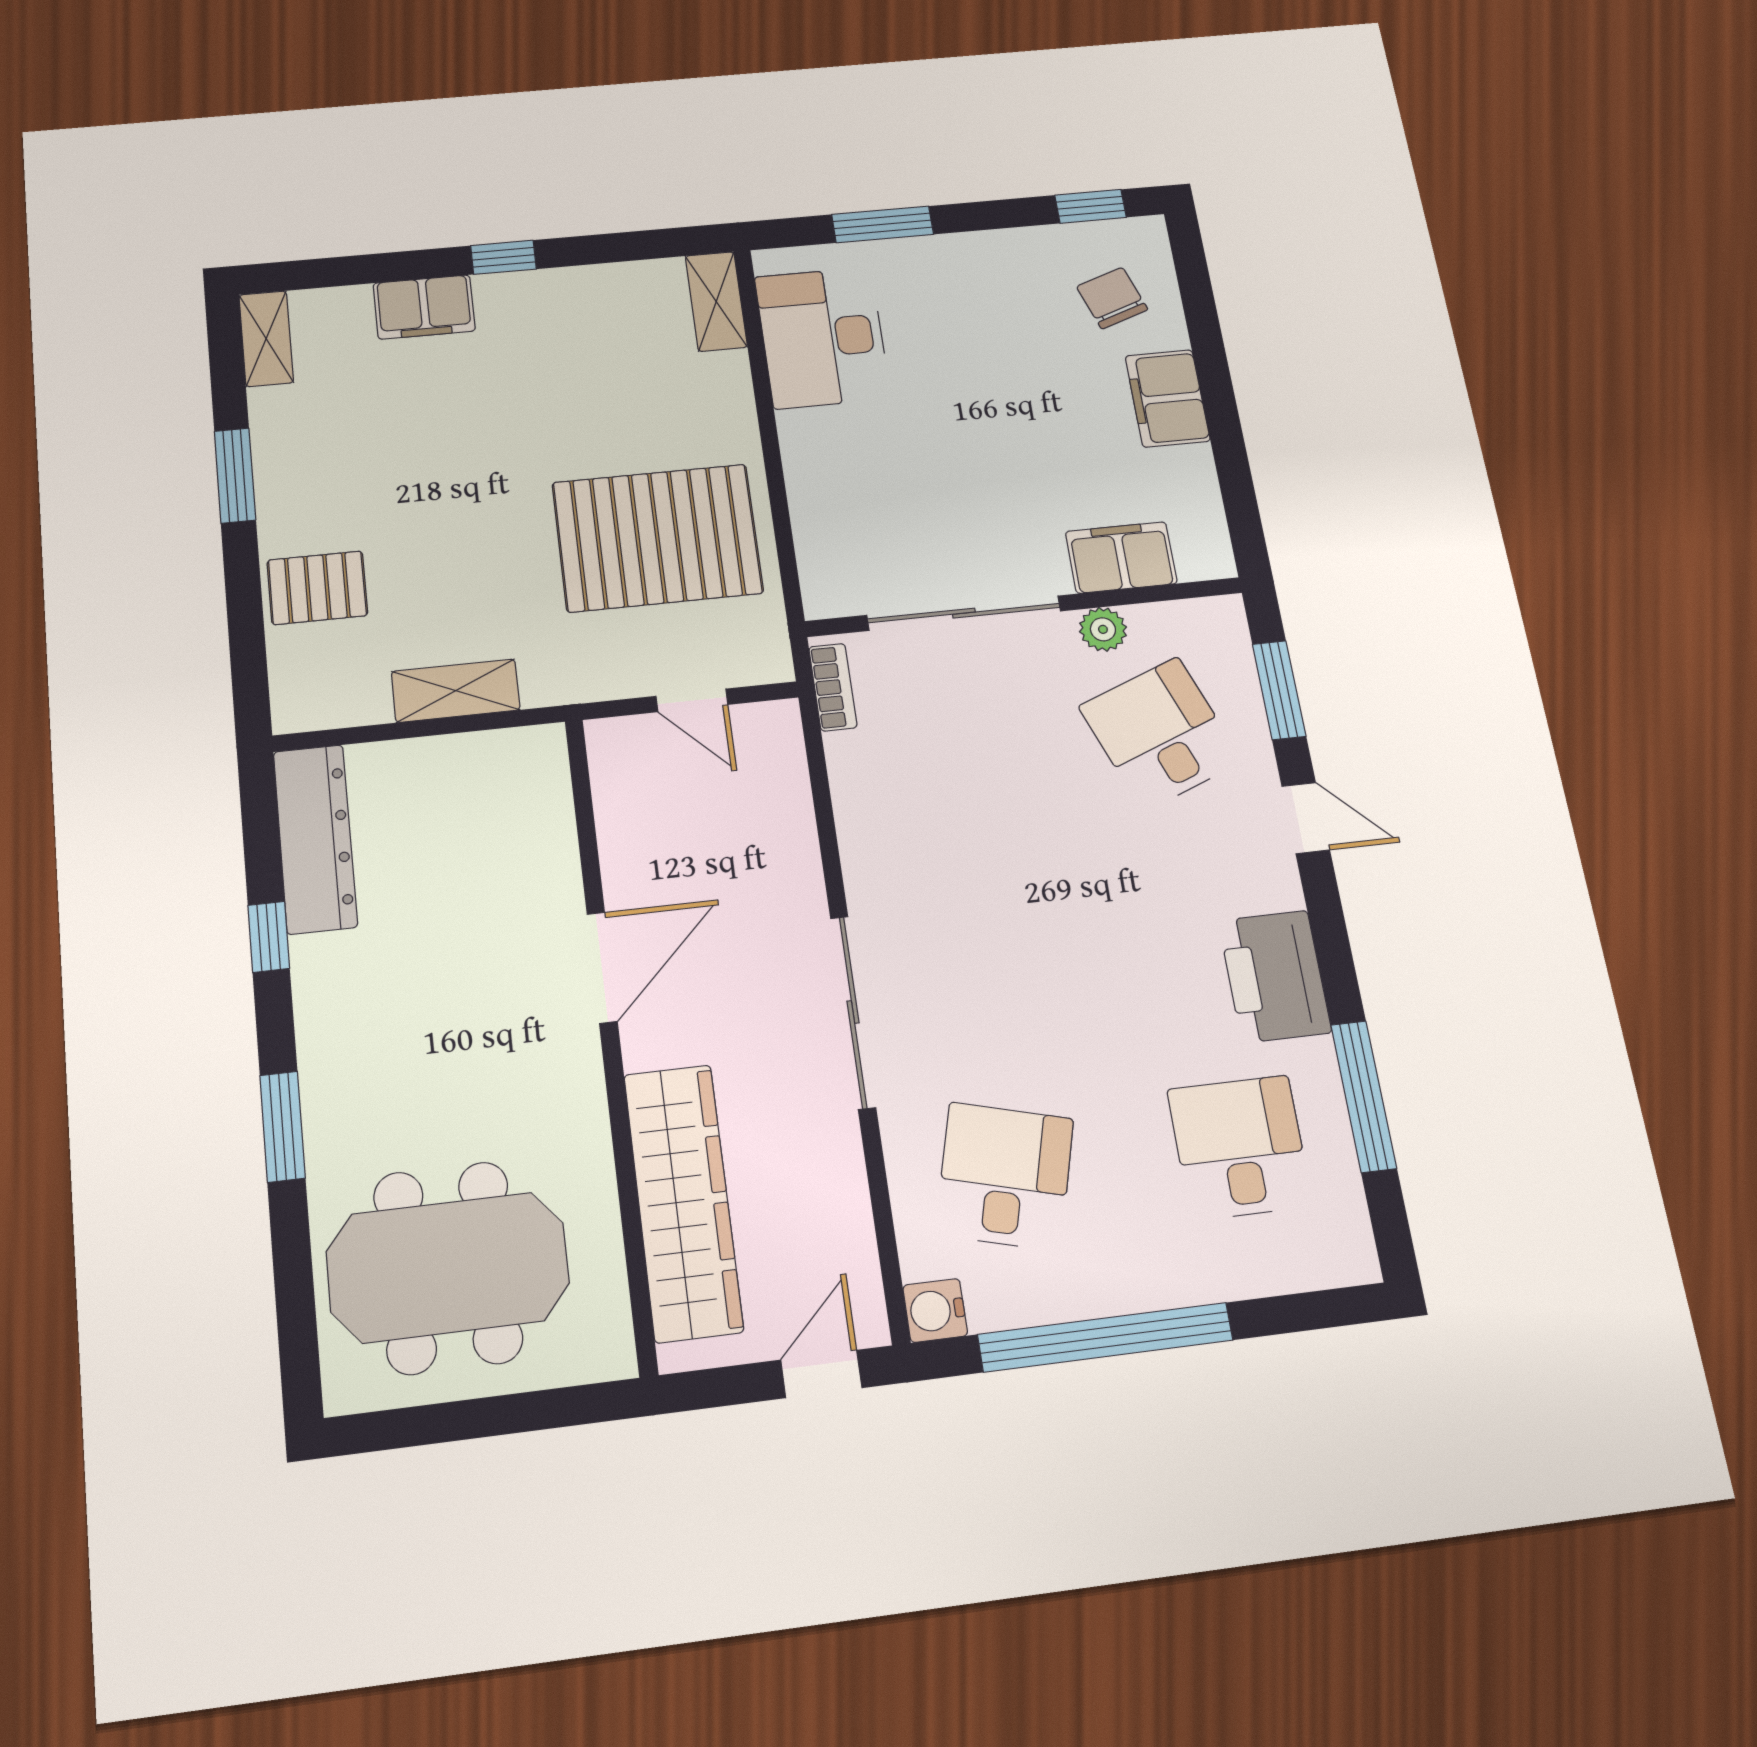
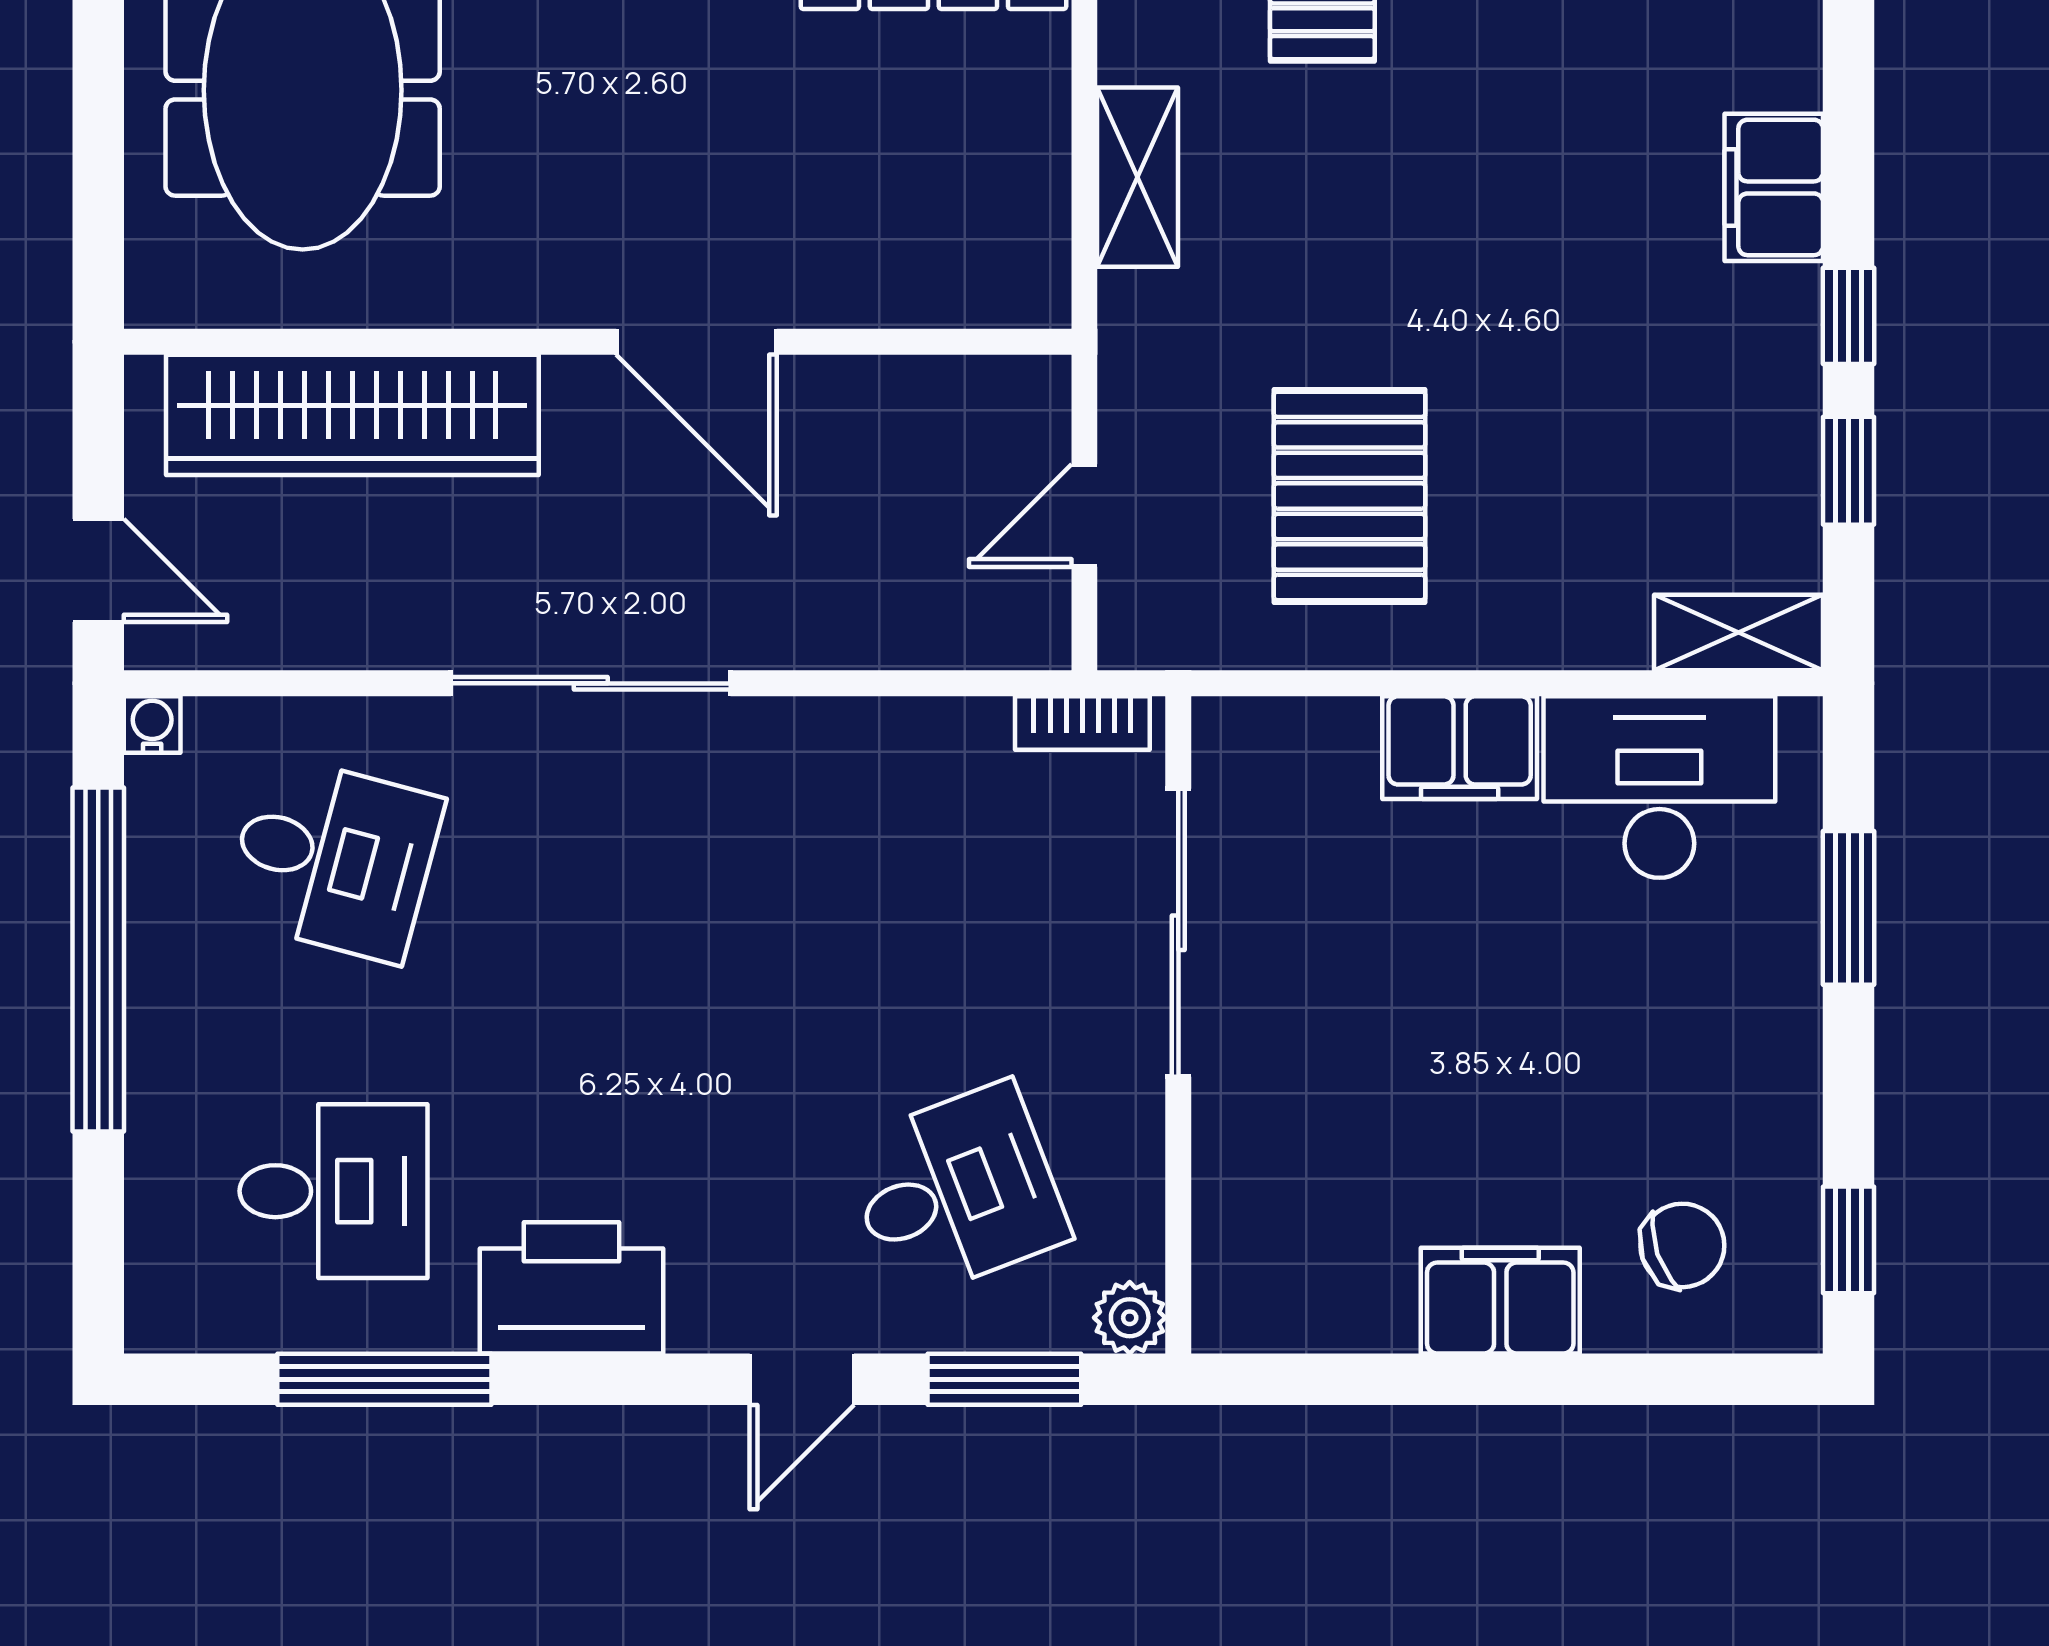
window: (604, 249) -> (1849, 471), added
pallet: (657, 538) -> (1350, 496), width x0.73, depth x0.71
filing cabinet: (1121, 557) -> (1460, 748), moved, turned 90
plant: (1103, 629) -> (1130, 1318), moved
water cooler: (935, 1310) -> (152, 724), width x0.72, depth x0.72

